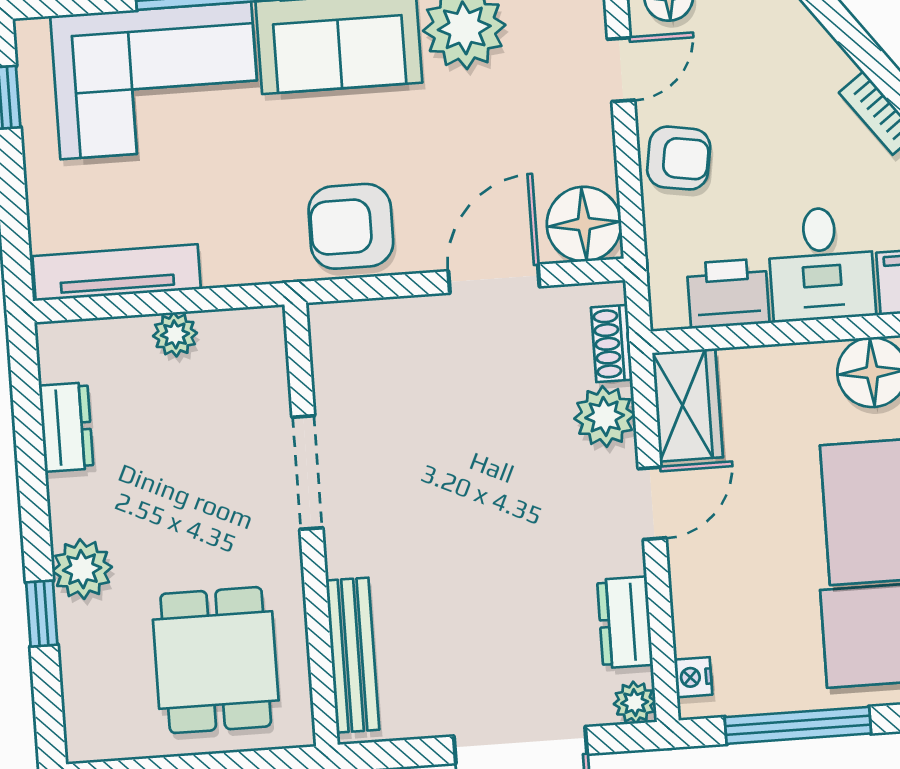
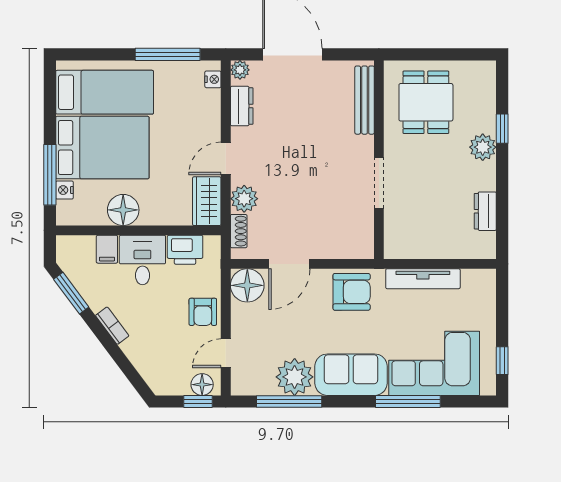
armchair: (679, 158) -> (203, 312), turned -99
tv unit: (117, 272) -> (423, 279), moved
plant: (175, 334) -> (434, 249), removed

